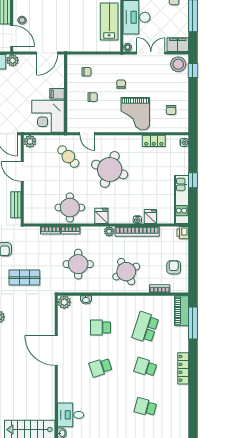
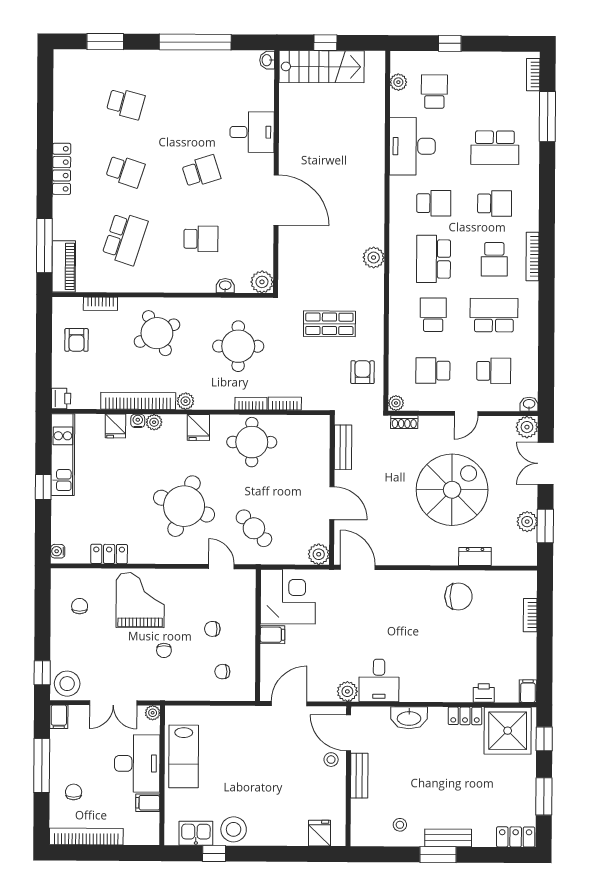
filing cabinet: (178, 45) -> (59, 717), width x0.50
plant: (128, 219) -> (154, 422), added
desk: (71, 415) -> (252, 132), moved

